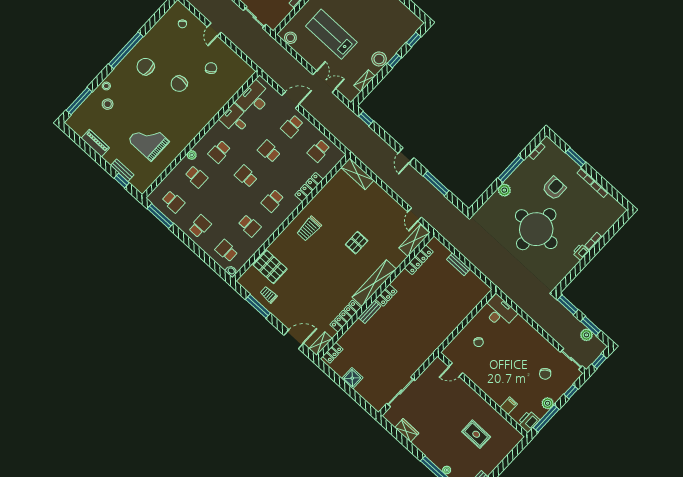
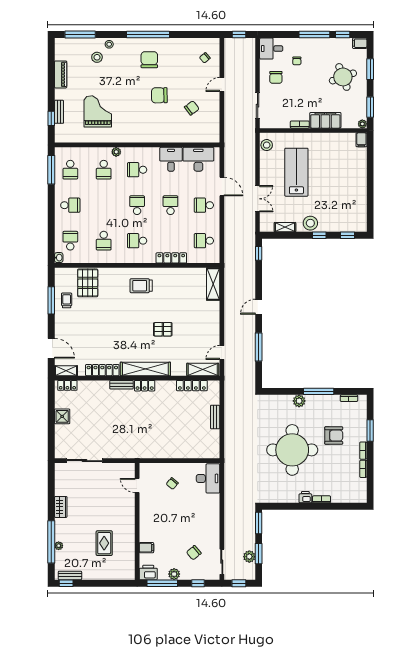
wardrobe: (407, 430) -> (61, 507), moved

